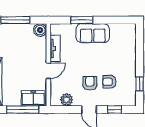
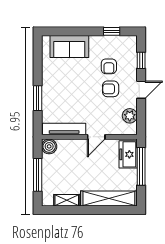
sofa: (93, 33) -> (69, 47), moved, turned 90
tv unit: (55, 48) -> (64, 129), width x1.41
door: (48, 71) -> (96, 137), swing flipped

